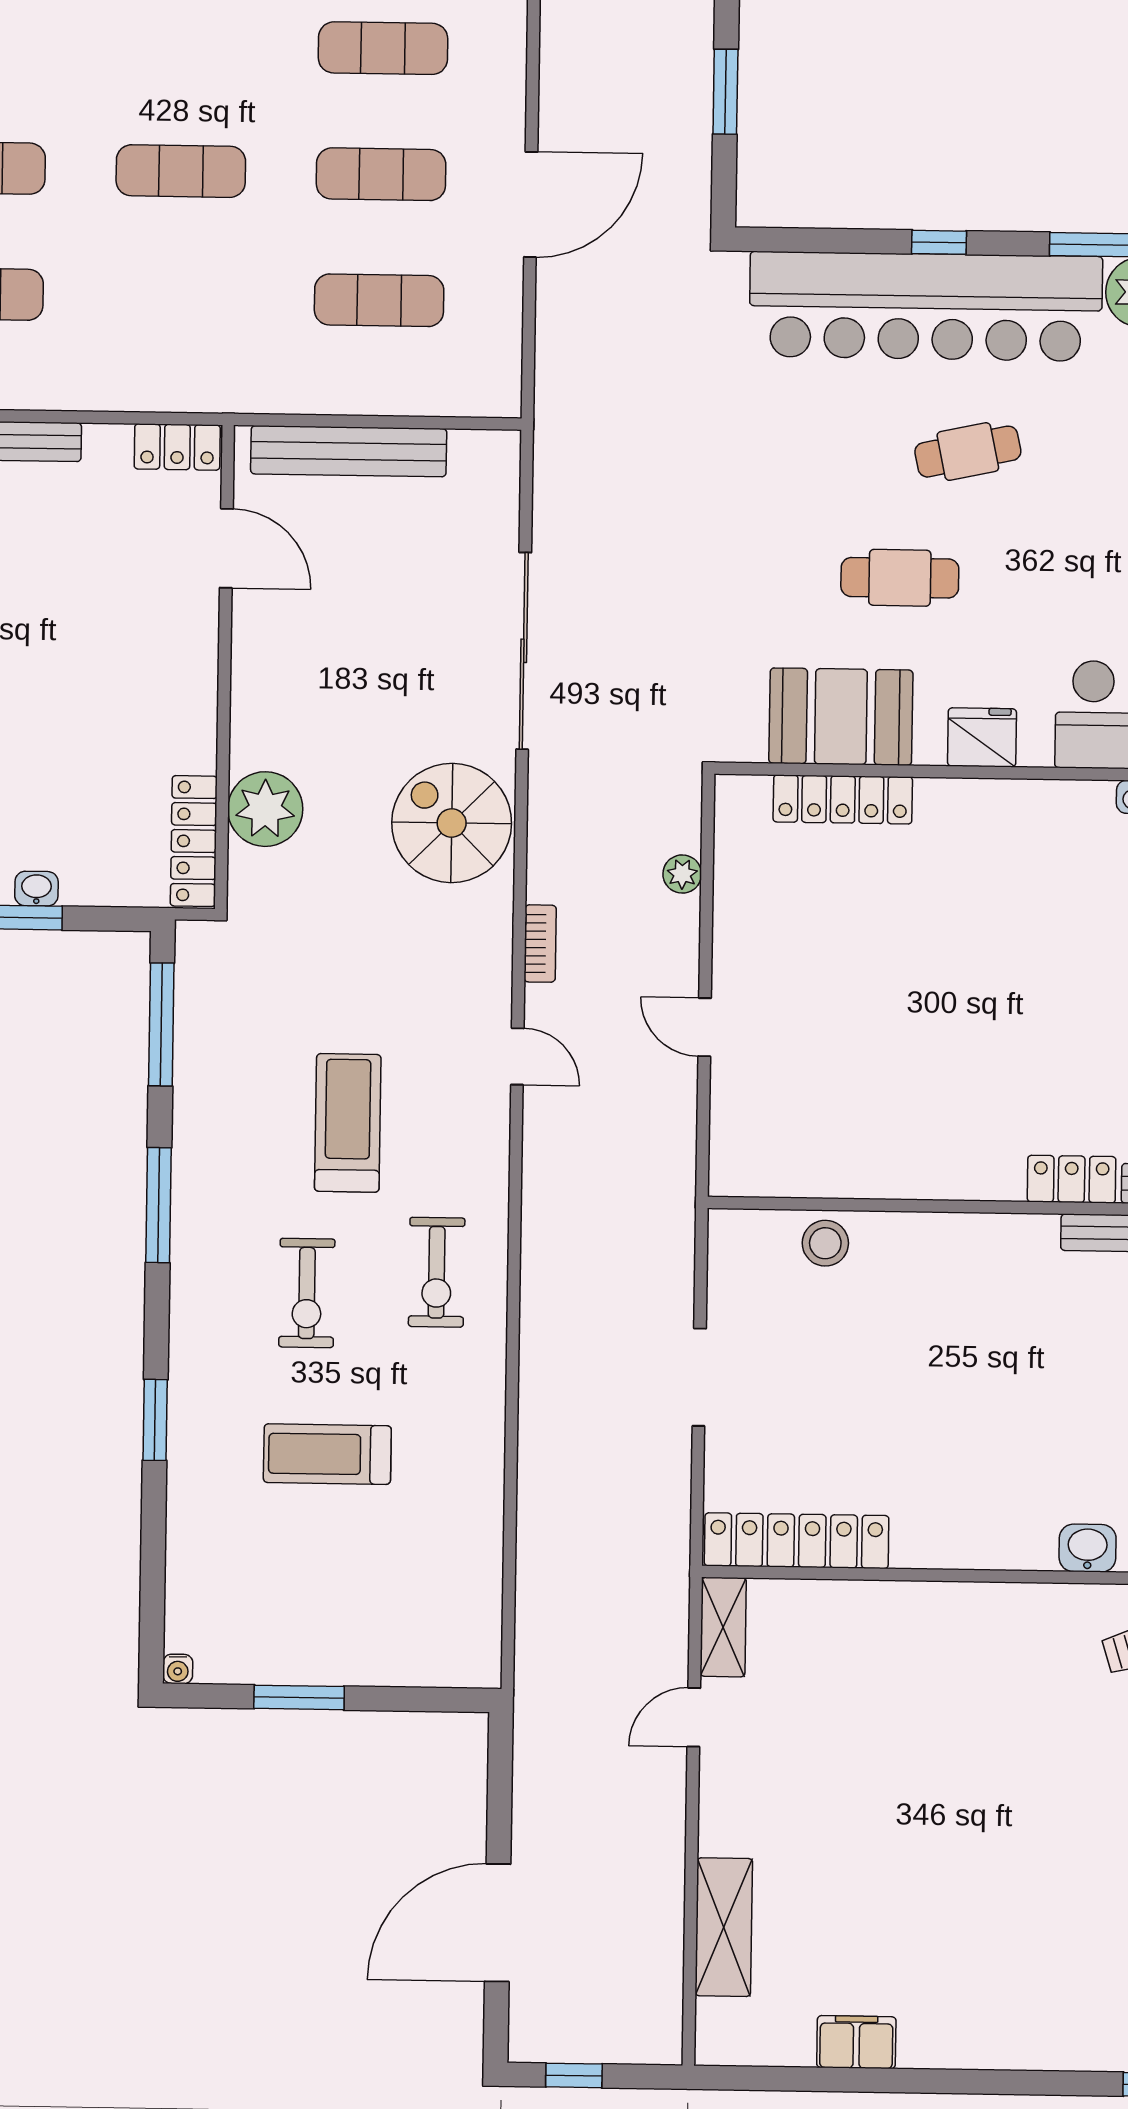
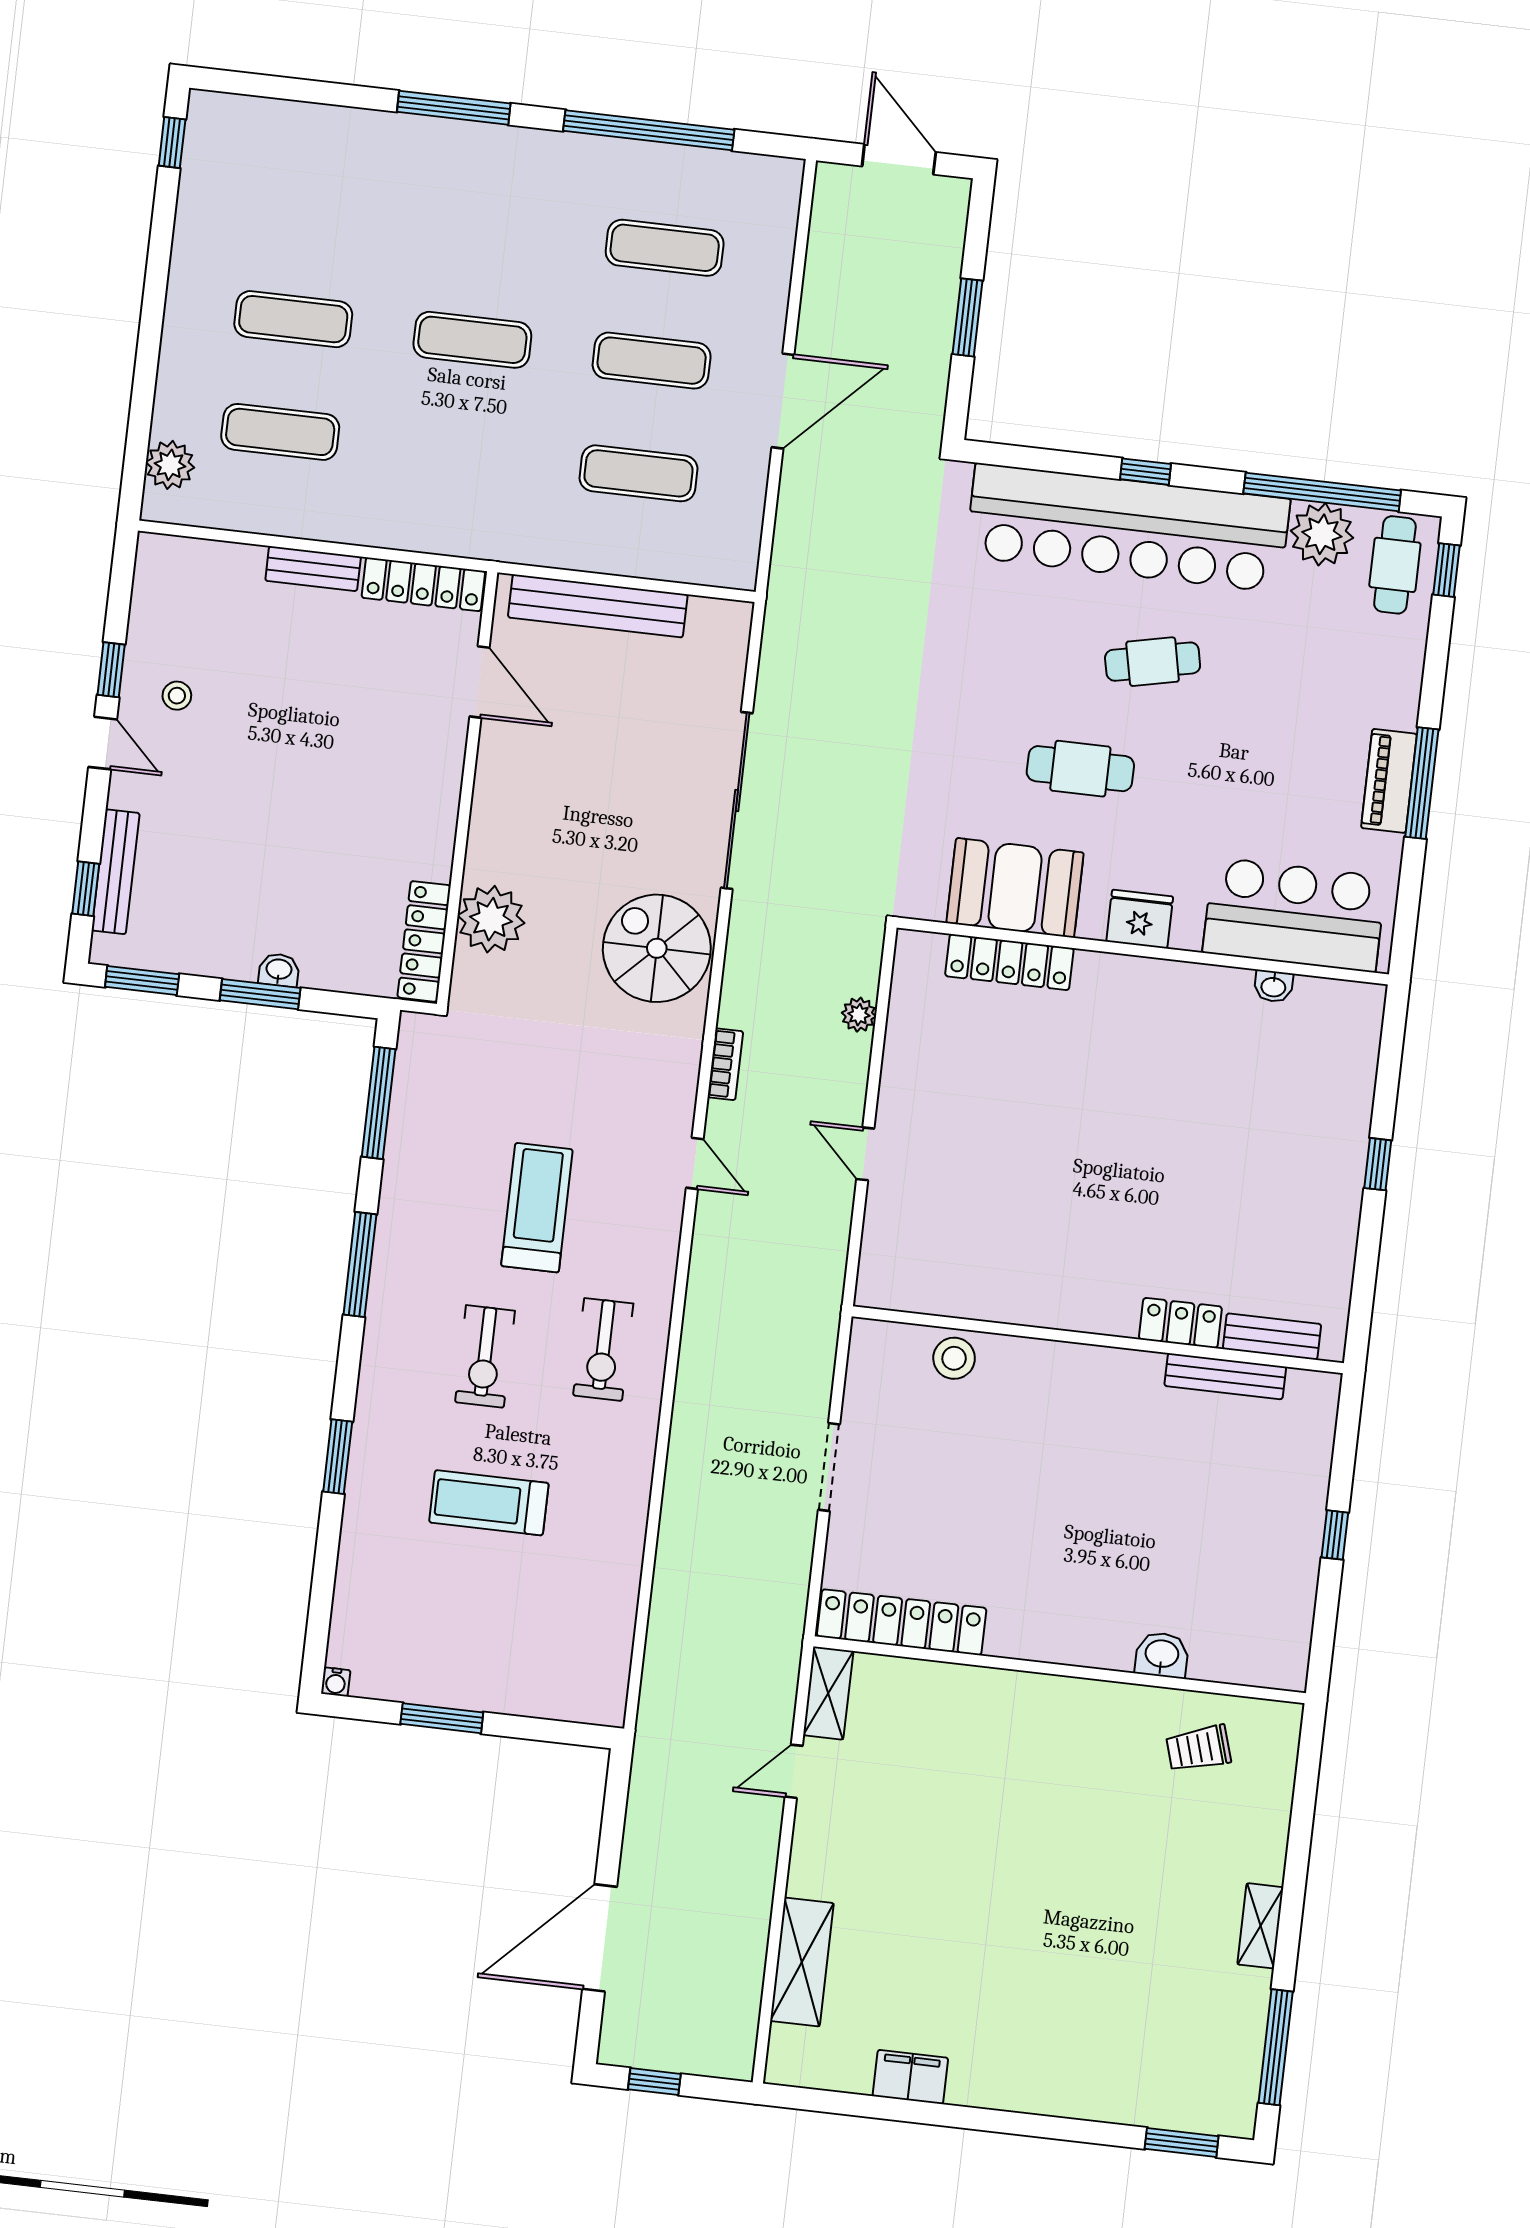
locker: (177, 447) -> (423, 584), width x1.53

